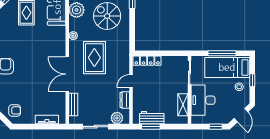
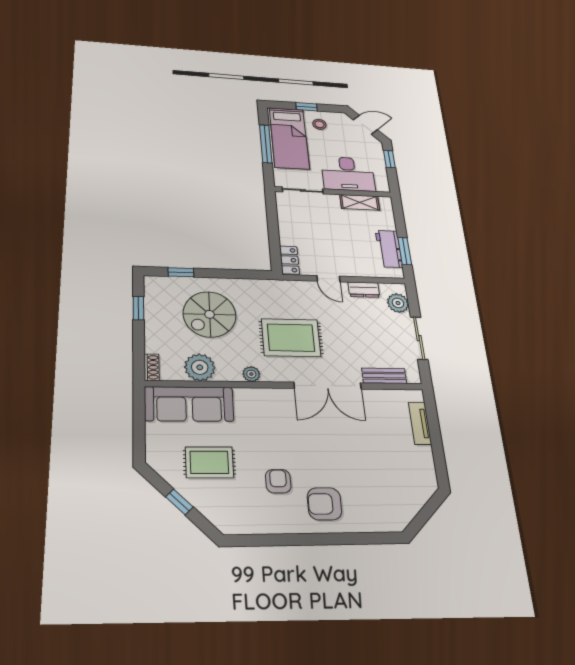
locker: (147, 61) -> (289, 260), width x0.66
armchair: (15, 110) -> (278, 481), moved

